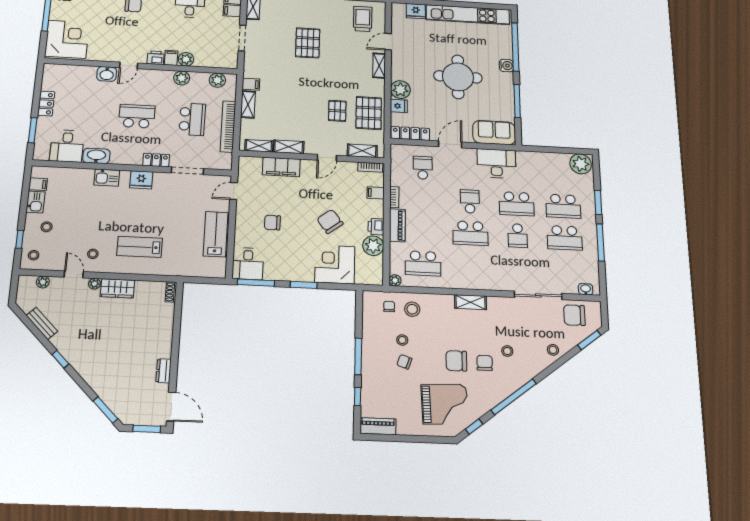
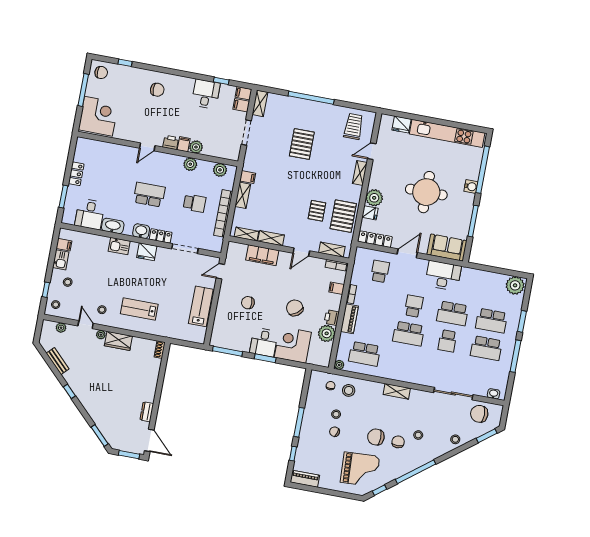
washbasin: (107, 74) -> (141, 231), moved, turned 180
school desk: (192, 119) -> (195, 203), width x0.54
desk: (248, 264) -> (264, 342), moved

